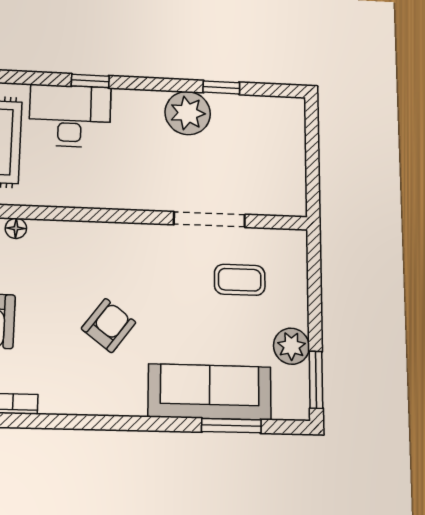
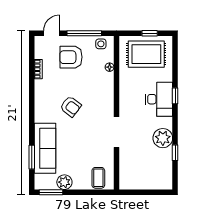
desk: (70, 116) -> (159, 99), moved
doorway: (209, 220) -> (116, 132), moved
coffee table: (240, 280) -> (98, 178), moved

